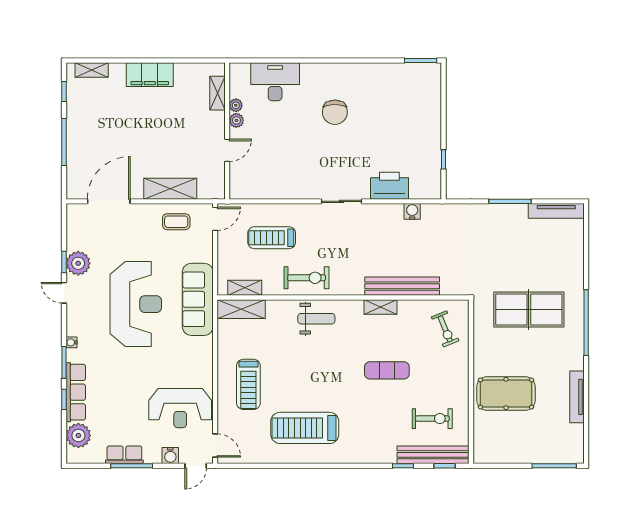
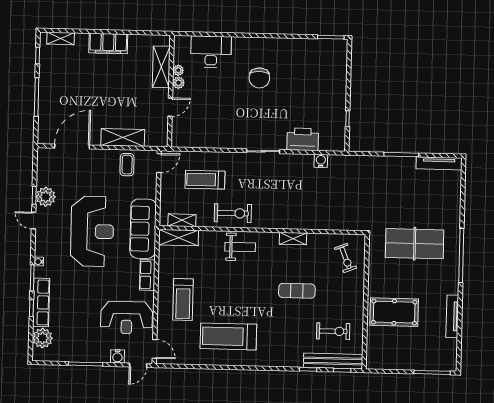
shelving: (217, 93) -> (161, 67), width x1.50, depth x1.33
coffee table: (176, 222) -> (127, 165), turned 90
bench: (402, 286) -> (311, 222), removed
row of seats: (124, 455) -> (147, 275), moved, turned -90

